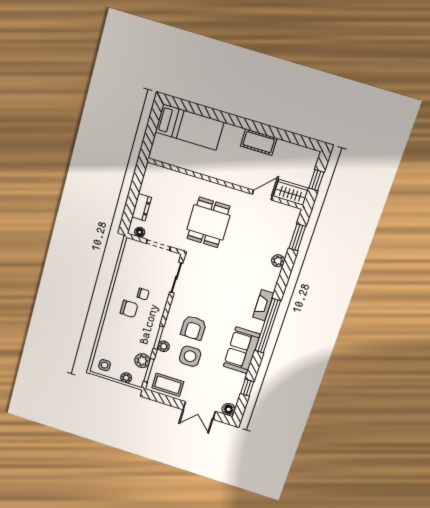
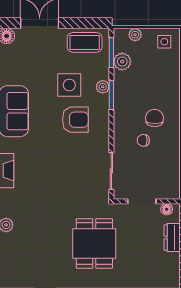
chair: (129, 309) -> (155, 118), turned 90
armchair: (193, 328) -> (75, 120), turned 90

